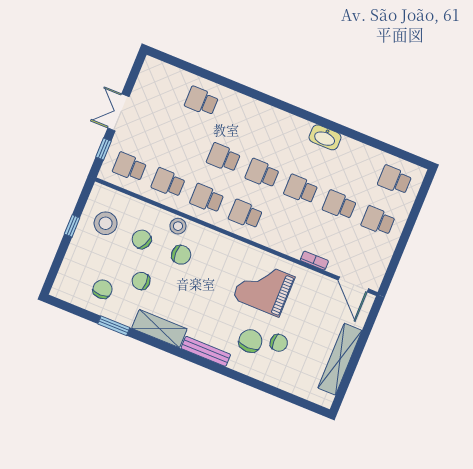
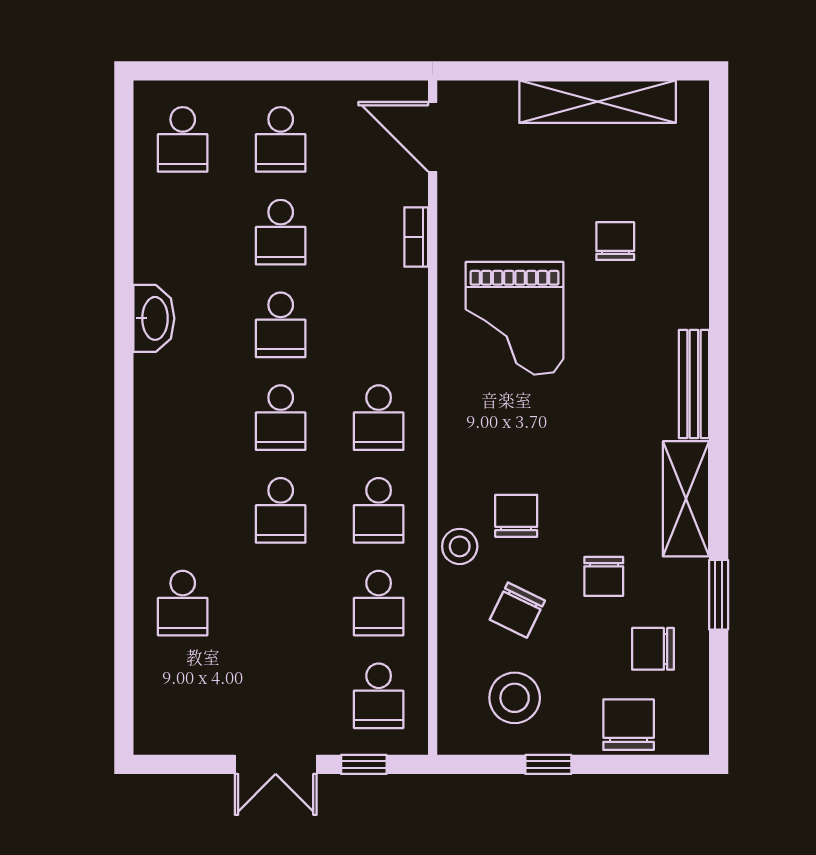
door: (353, 284) -> (433, 137), swing flipped
chair: (250, 341) -> (629, 725), moved, turned 90

